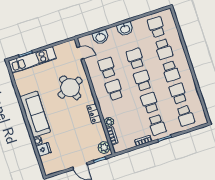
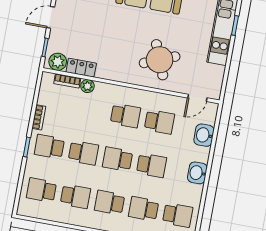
school desk: (143, 81) -> (118, 159), turned 180
locker: (94, 114) -> (81, 68), moved

